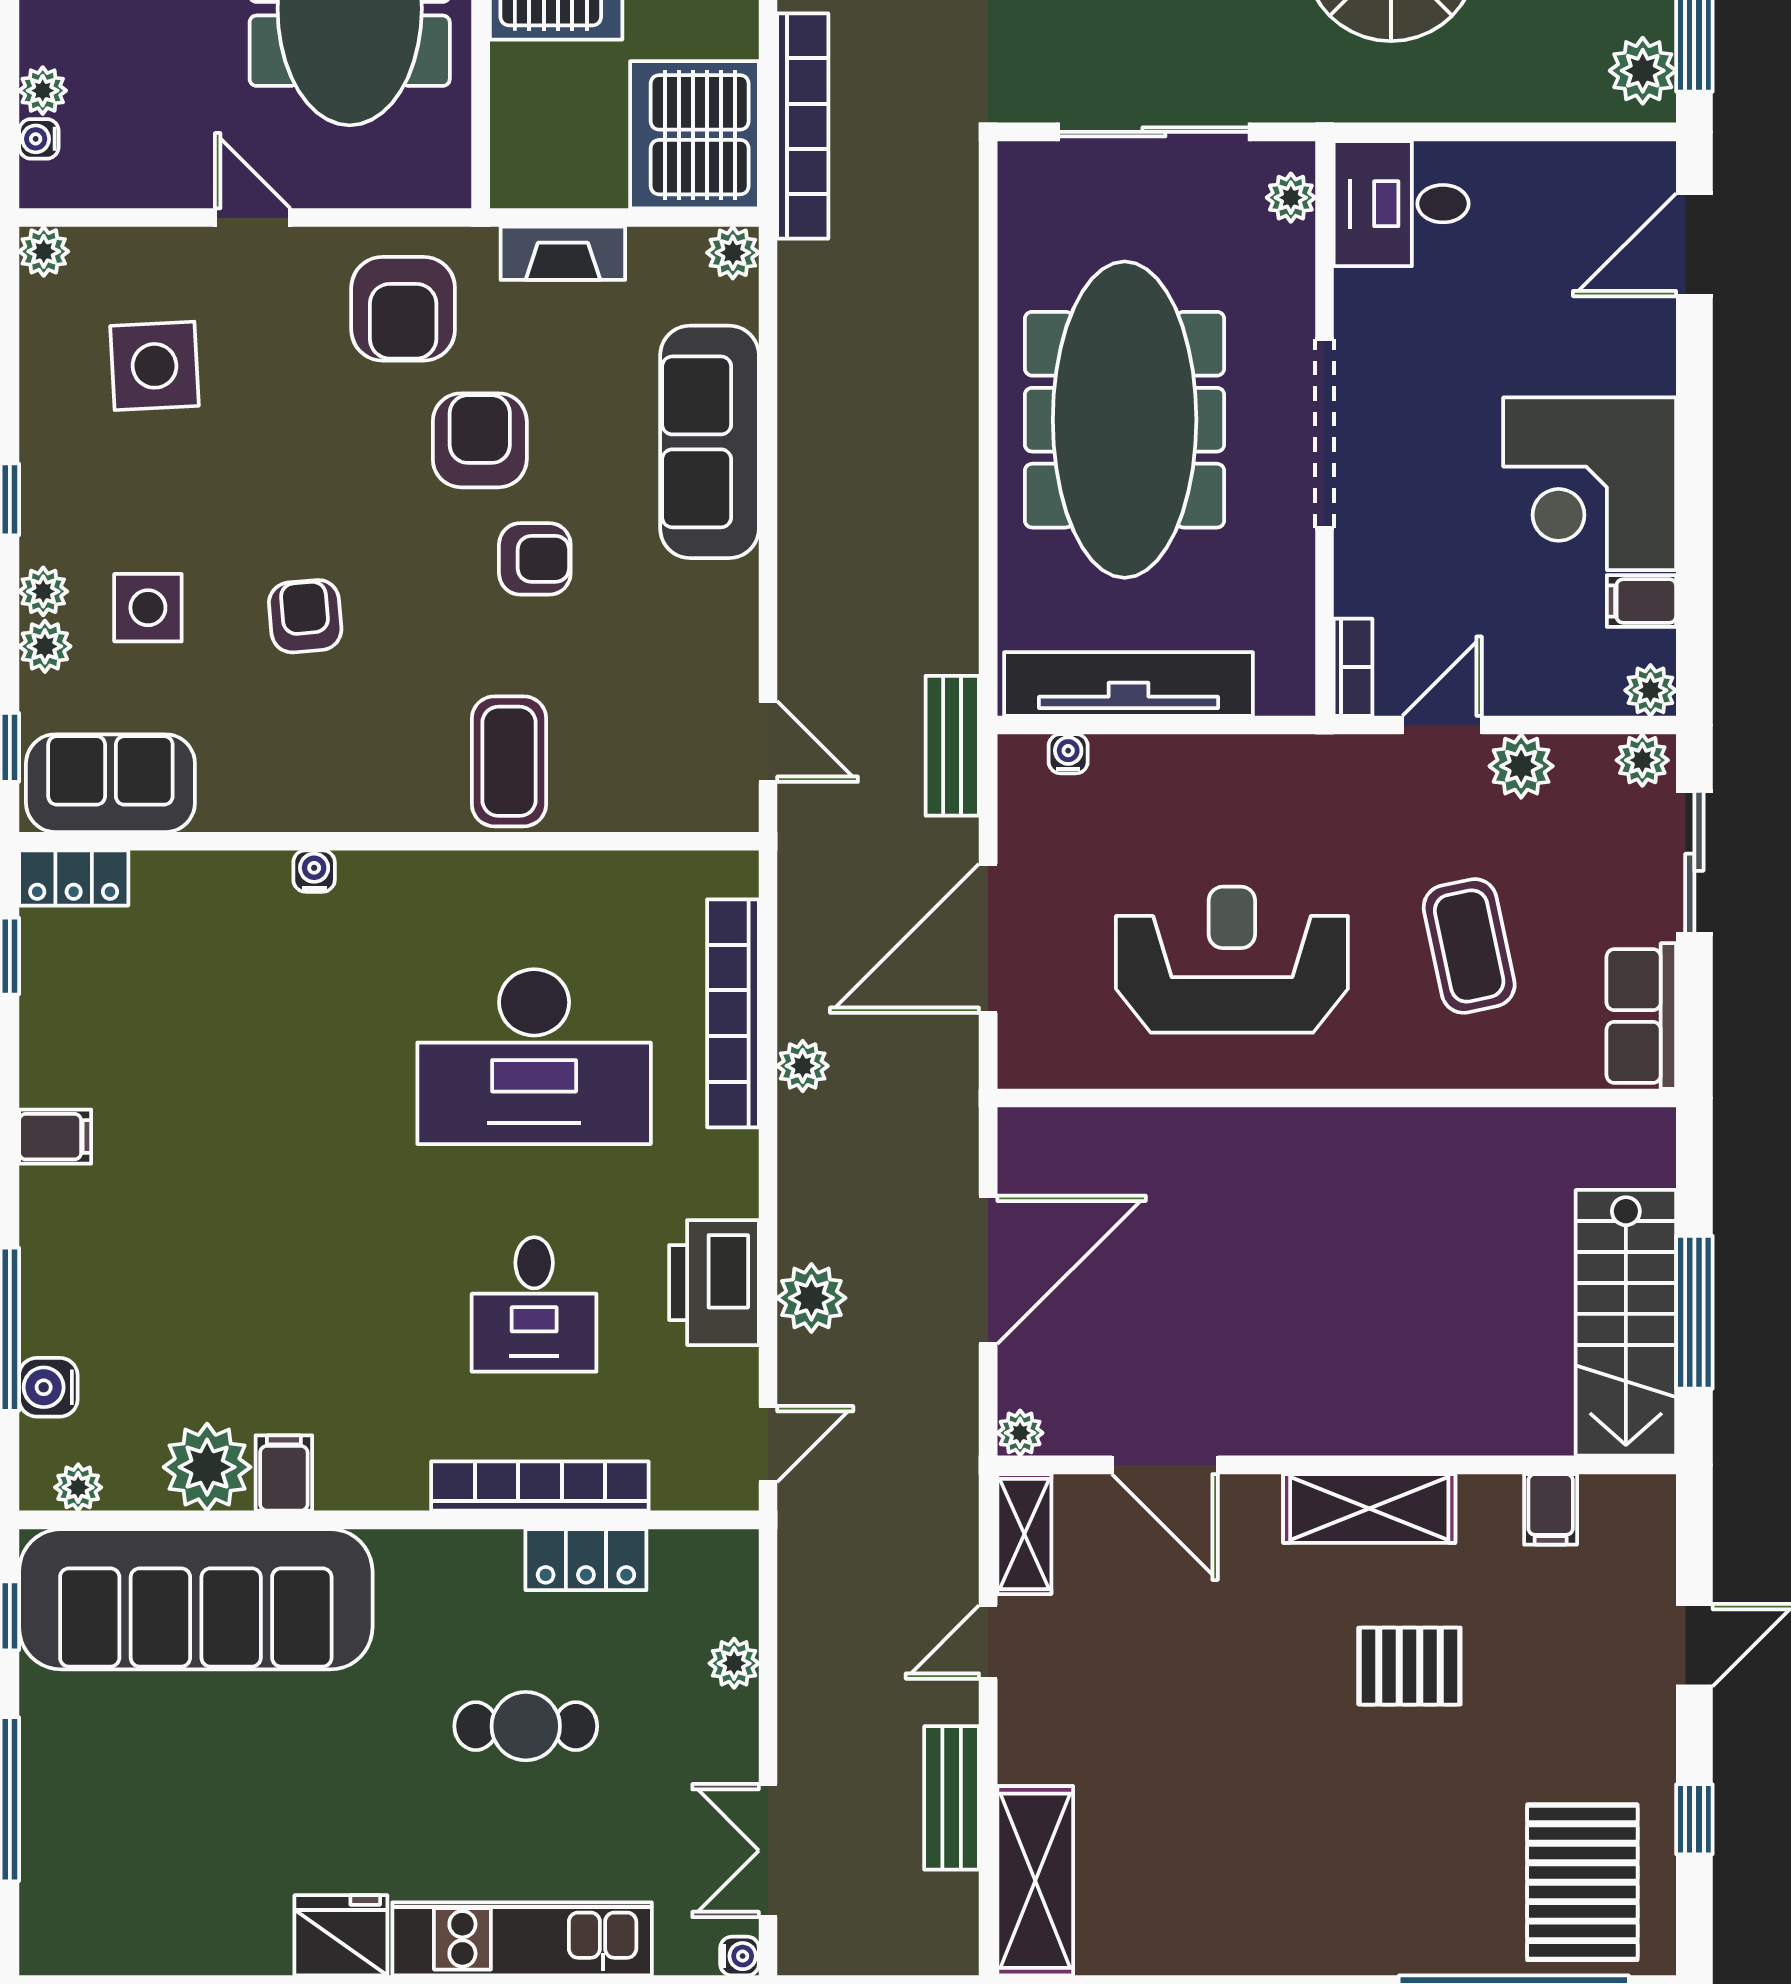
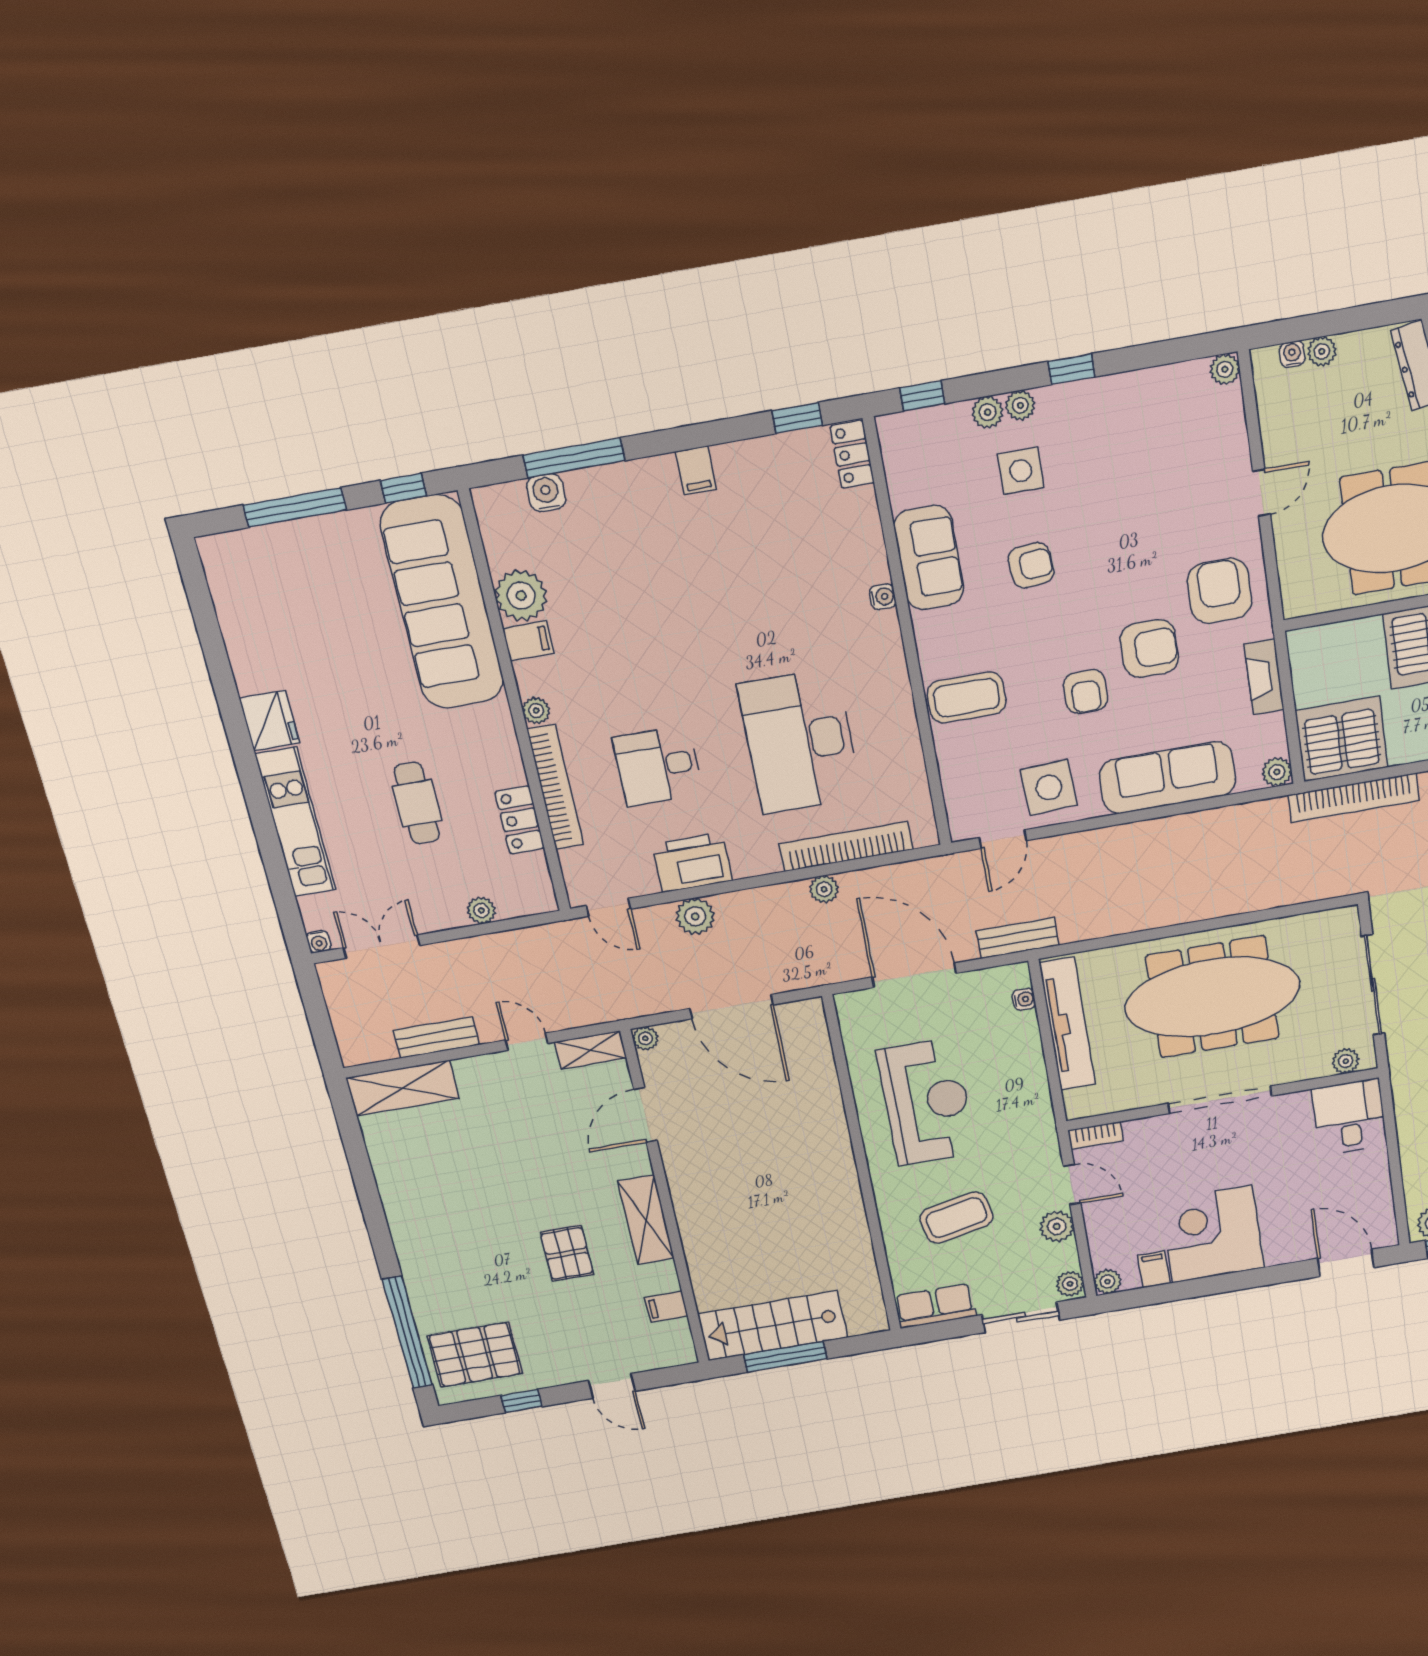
armchair: (403, 309) -> (1220, 591), turned 90
side table: (154, 366) -> (1049, 787), moved
sofa: (110, 783) -> (929, 558), moved
plant: (78, 1487) -> (536, 711), moved

